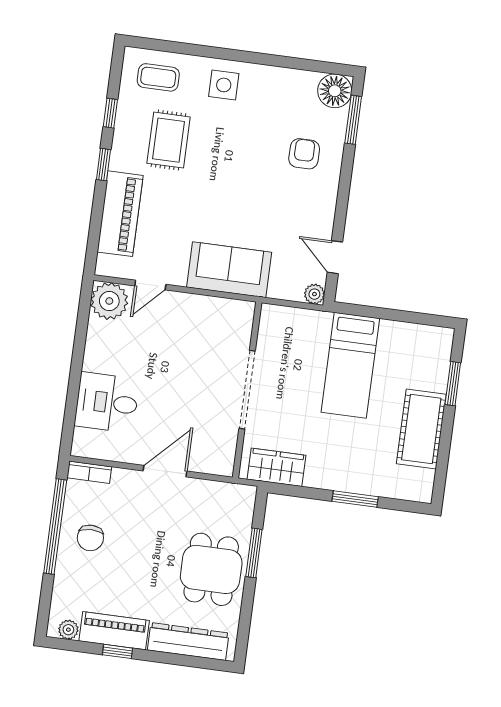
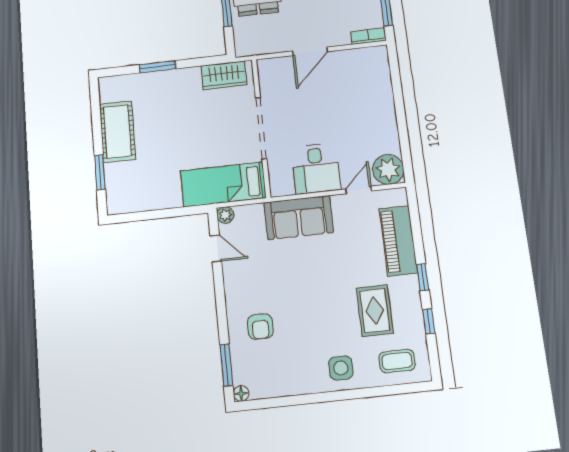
floor lamp: (335, 91) -> (241, 393), width x0.53, depth x0.53
bed: (350, 365) -> (223, 184), moved, turned -90
desk: (107, 402) -> (316, 169), moved, turned 90

